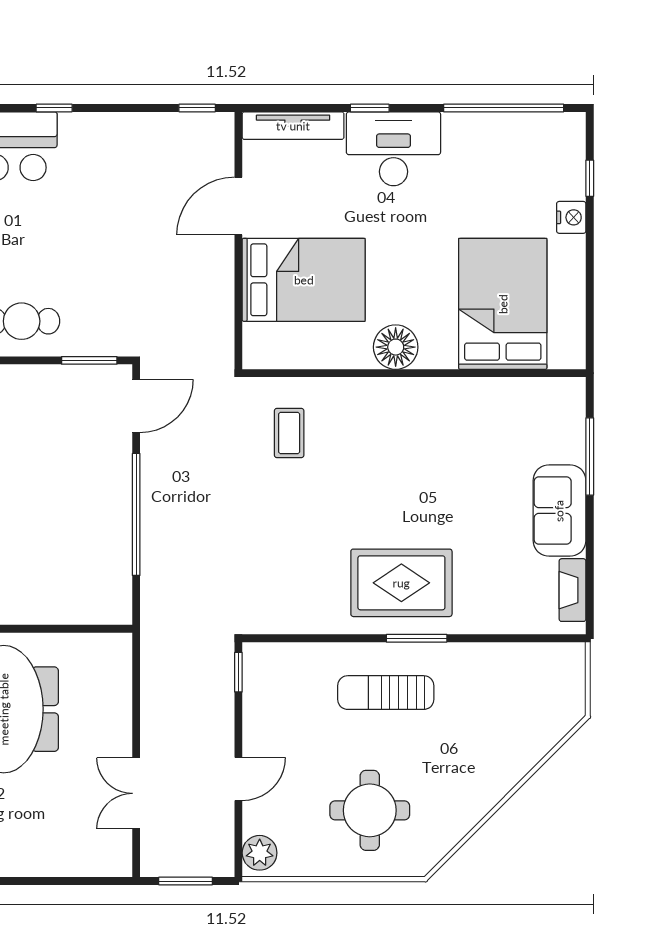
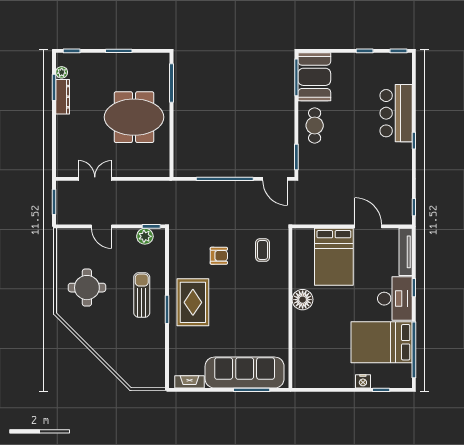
bed: (503, 304) -> (382, 342), moved, turned 180
coffee table: (289, 433) -> (263, 250), turned 90
sofa: (559, 511) -> (245, 373), width x1.85, depth x1.27
armchair: (301, 527) -> (219, 256), added
plant: (260, 853) -> (145, 236), moved

